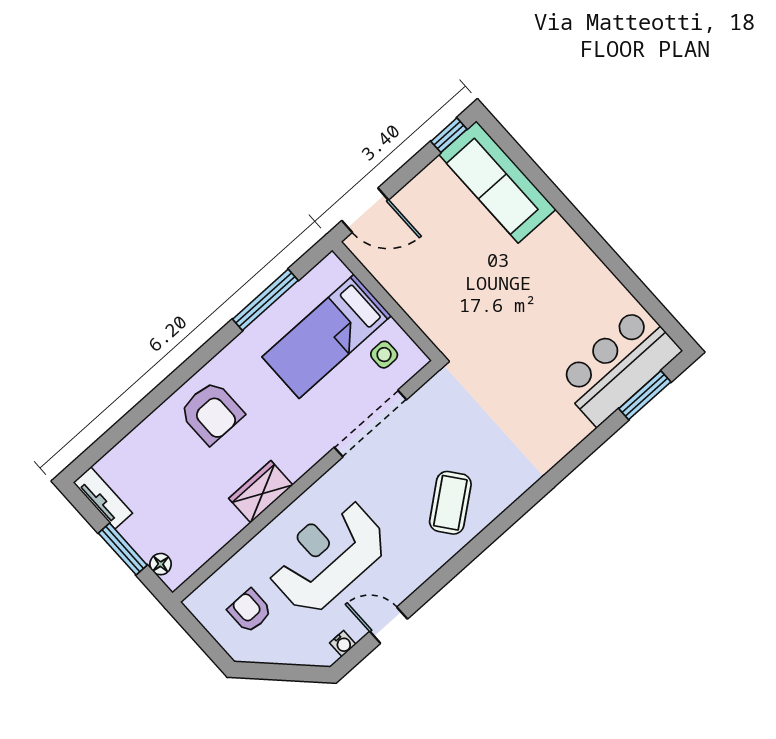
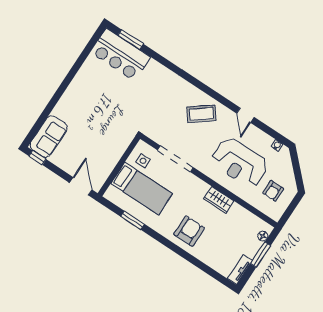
sofa: (497, 182) -> (49, 137), width x0.73
window: (265, 300) -> (132, 220), width x0.69
door: (389, 625) -> (245, 115), moved

